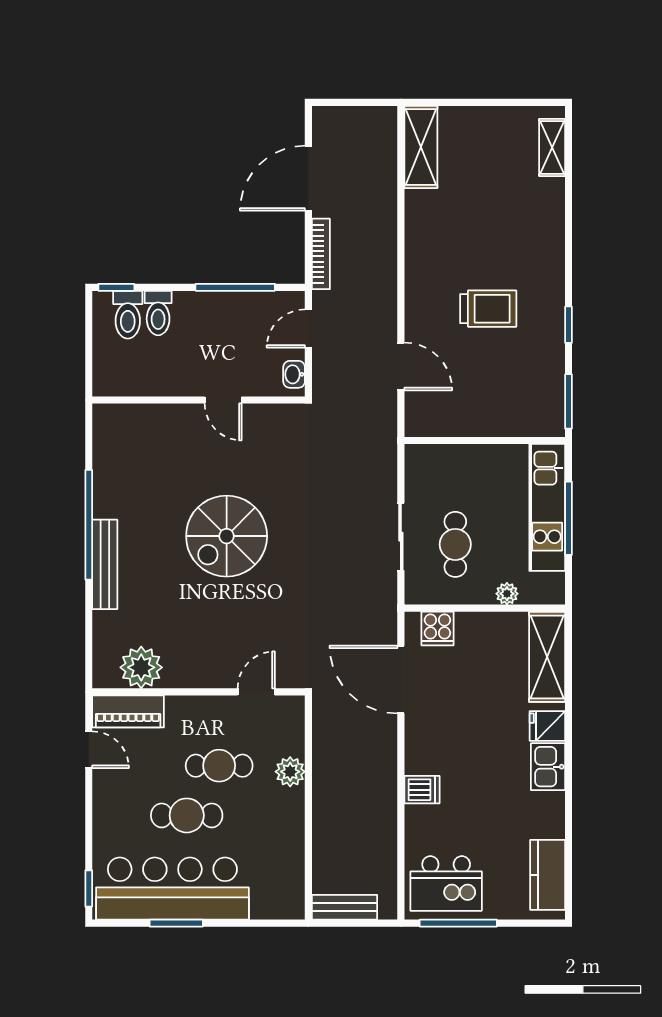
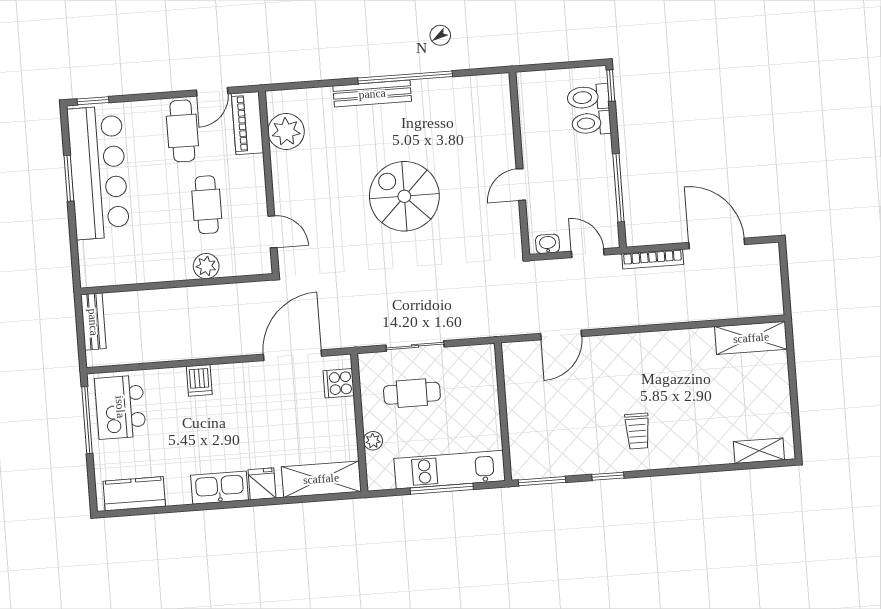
trolley: (488, 309) -> (637, 431), moved, width x0.73, depth x0.72
kitchen sink: (548, 767) -> (220, 488), width x1.38
cafe table: (187, 815) -> (182, 131), moved

